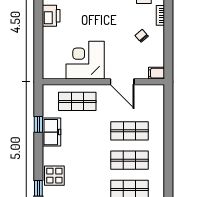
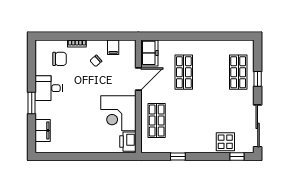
printer: (51, 16) -> (128, 142), moved, turned -90
filing cabinet: (156, 73) -> (113, 47), moved
freezer: (52, 132) -> (149, 53), moved, turned 90
shop shelf: (129, 160) -> (211, 72), removed

